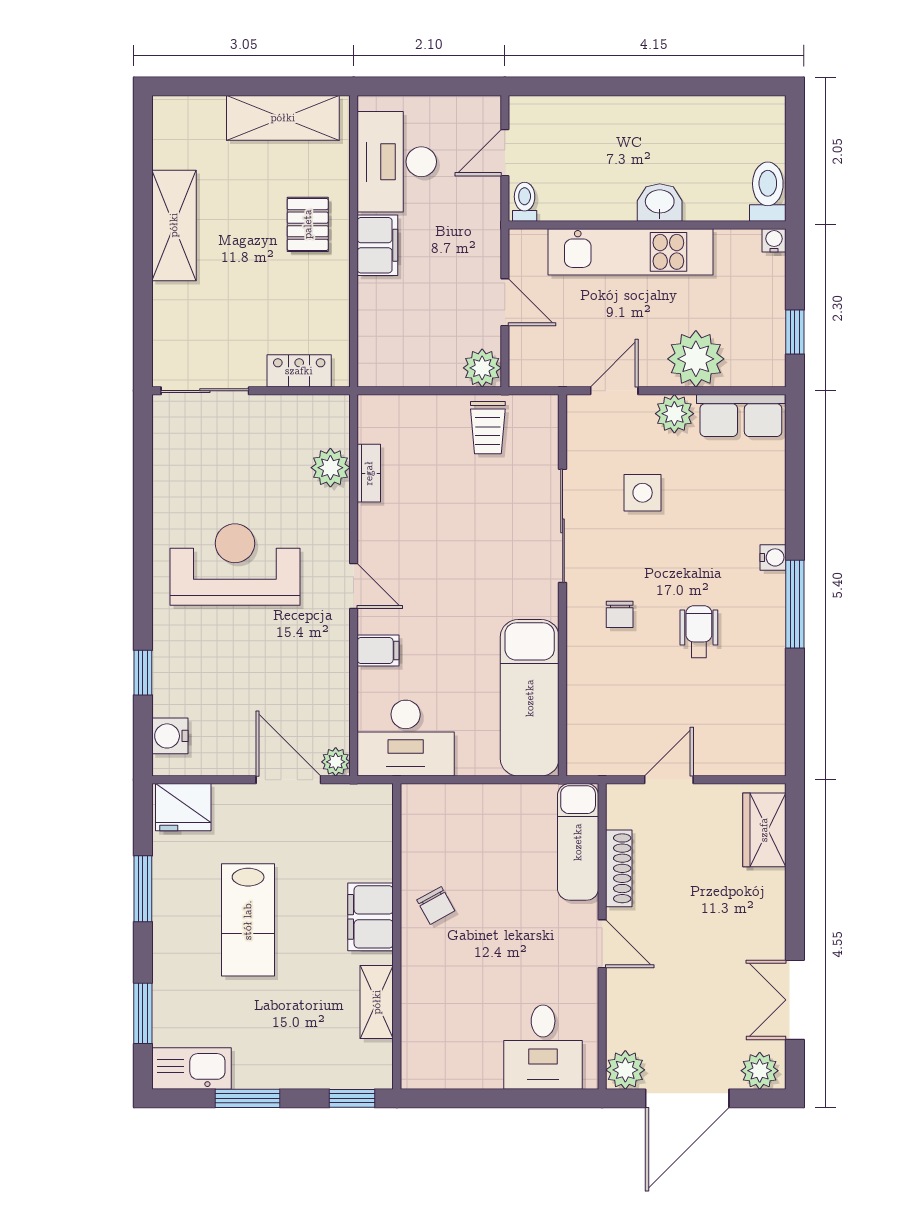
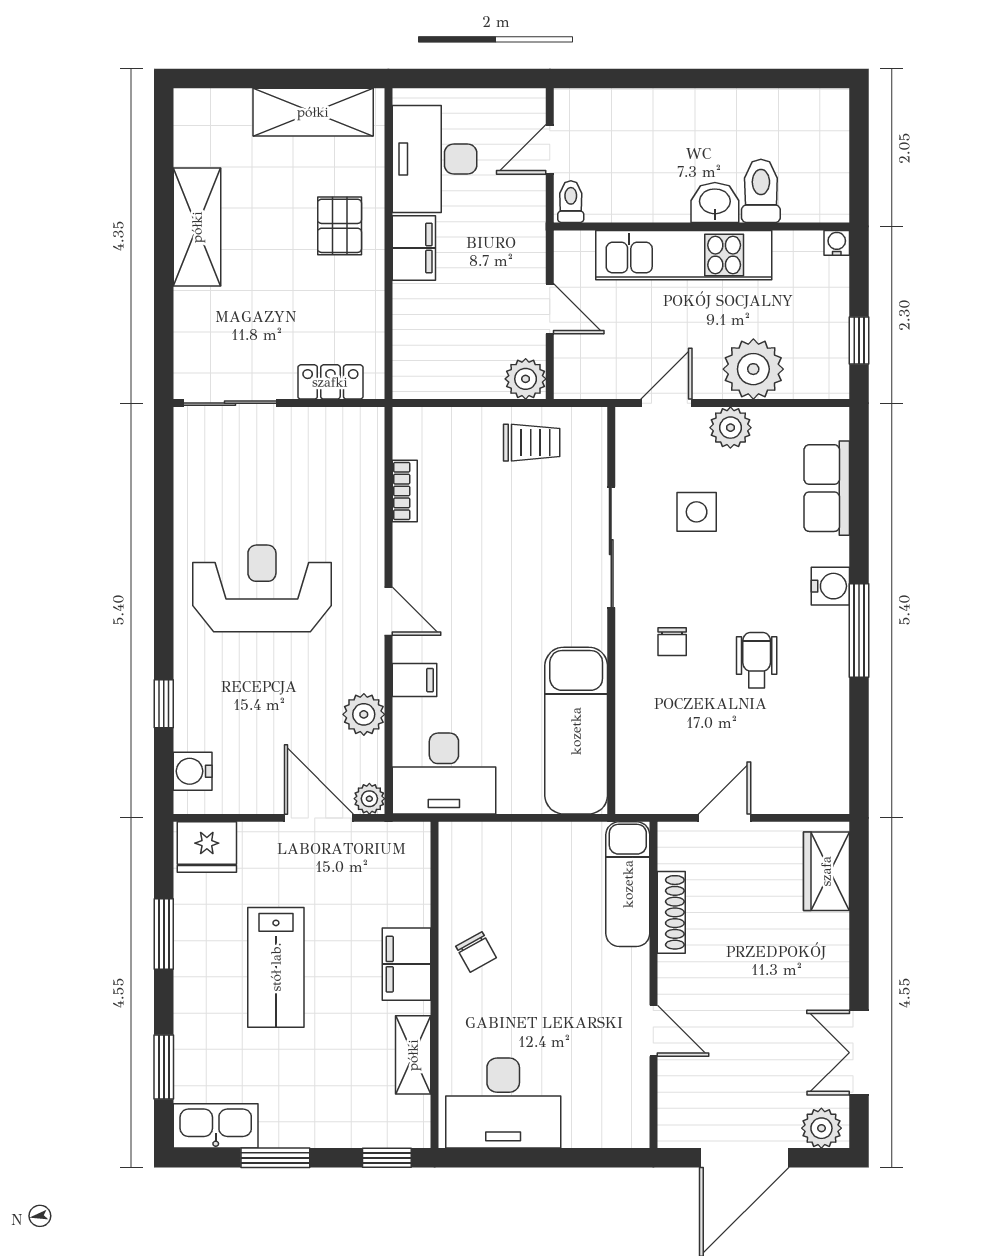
toilet: (768, 192) -> (761, 191), moved
row of seats: (741, 415) -> (827, 488), moved, turned 90
trolley: (488, 428) -> (532, 443), turned -90
plant: (330, 468) -> (364, 714), moved
water cooler: (773, 557) -> (830, 586), width x1.38, depth x1.38
door: (602, 944) -> (653, 1031), moved
desk: (543, 1047) -> (503, 1103), moved, width x1.37
plant: (625, 1070) -> (678, 1127), removed

